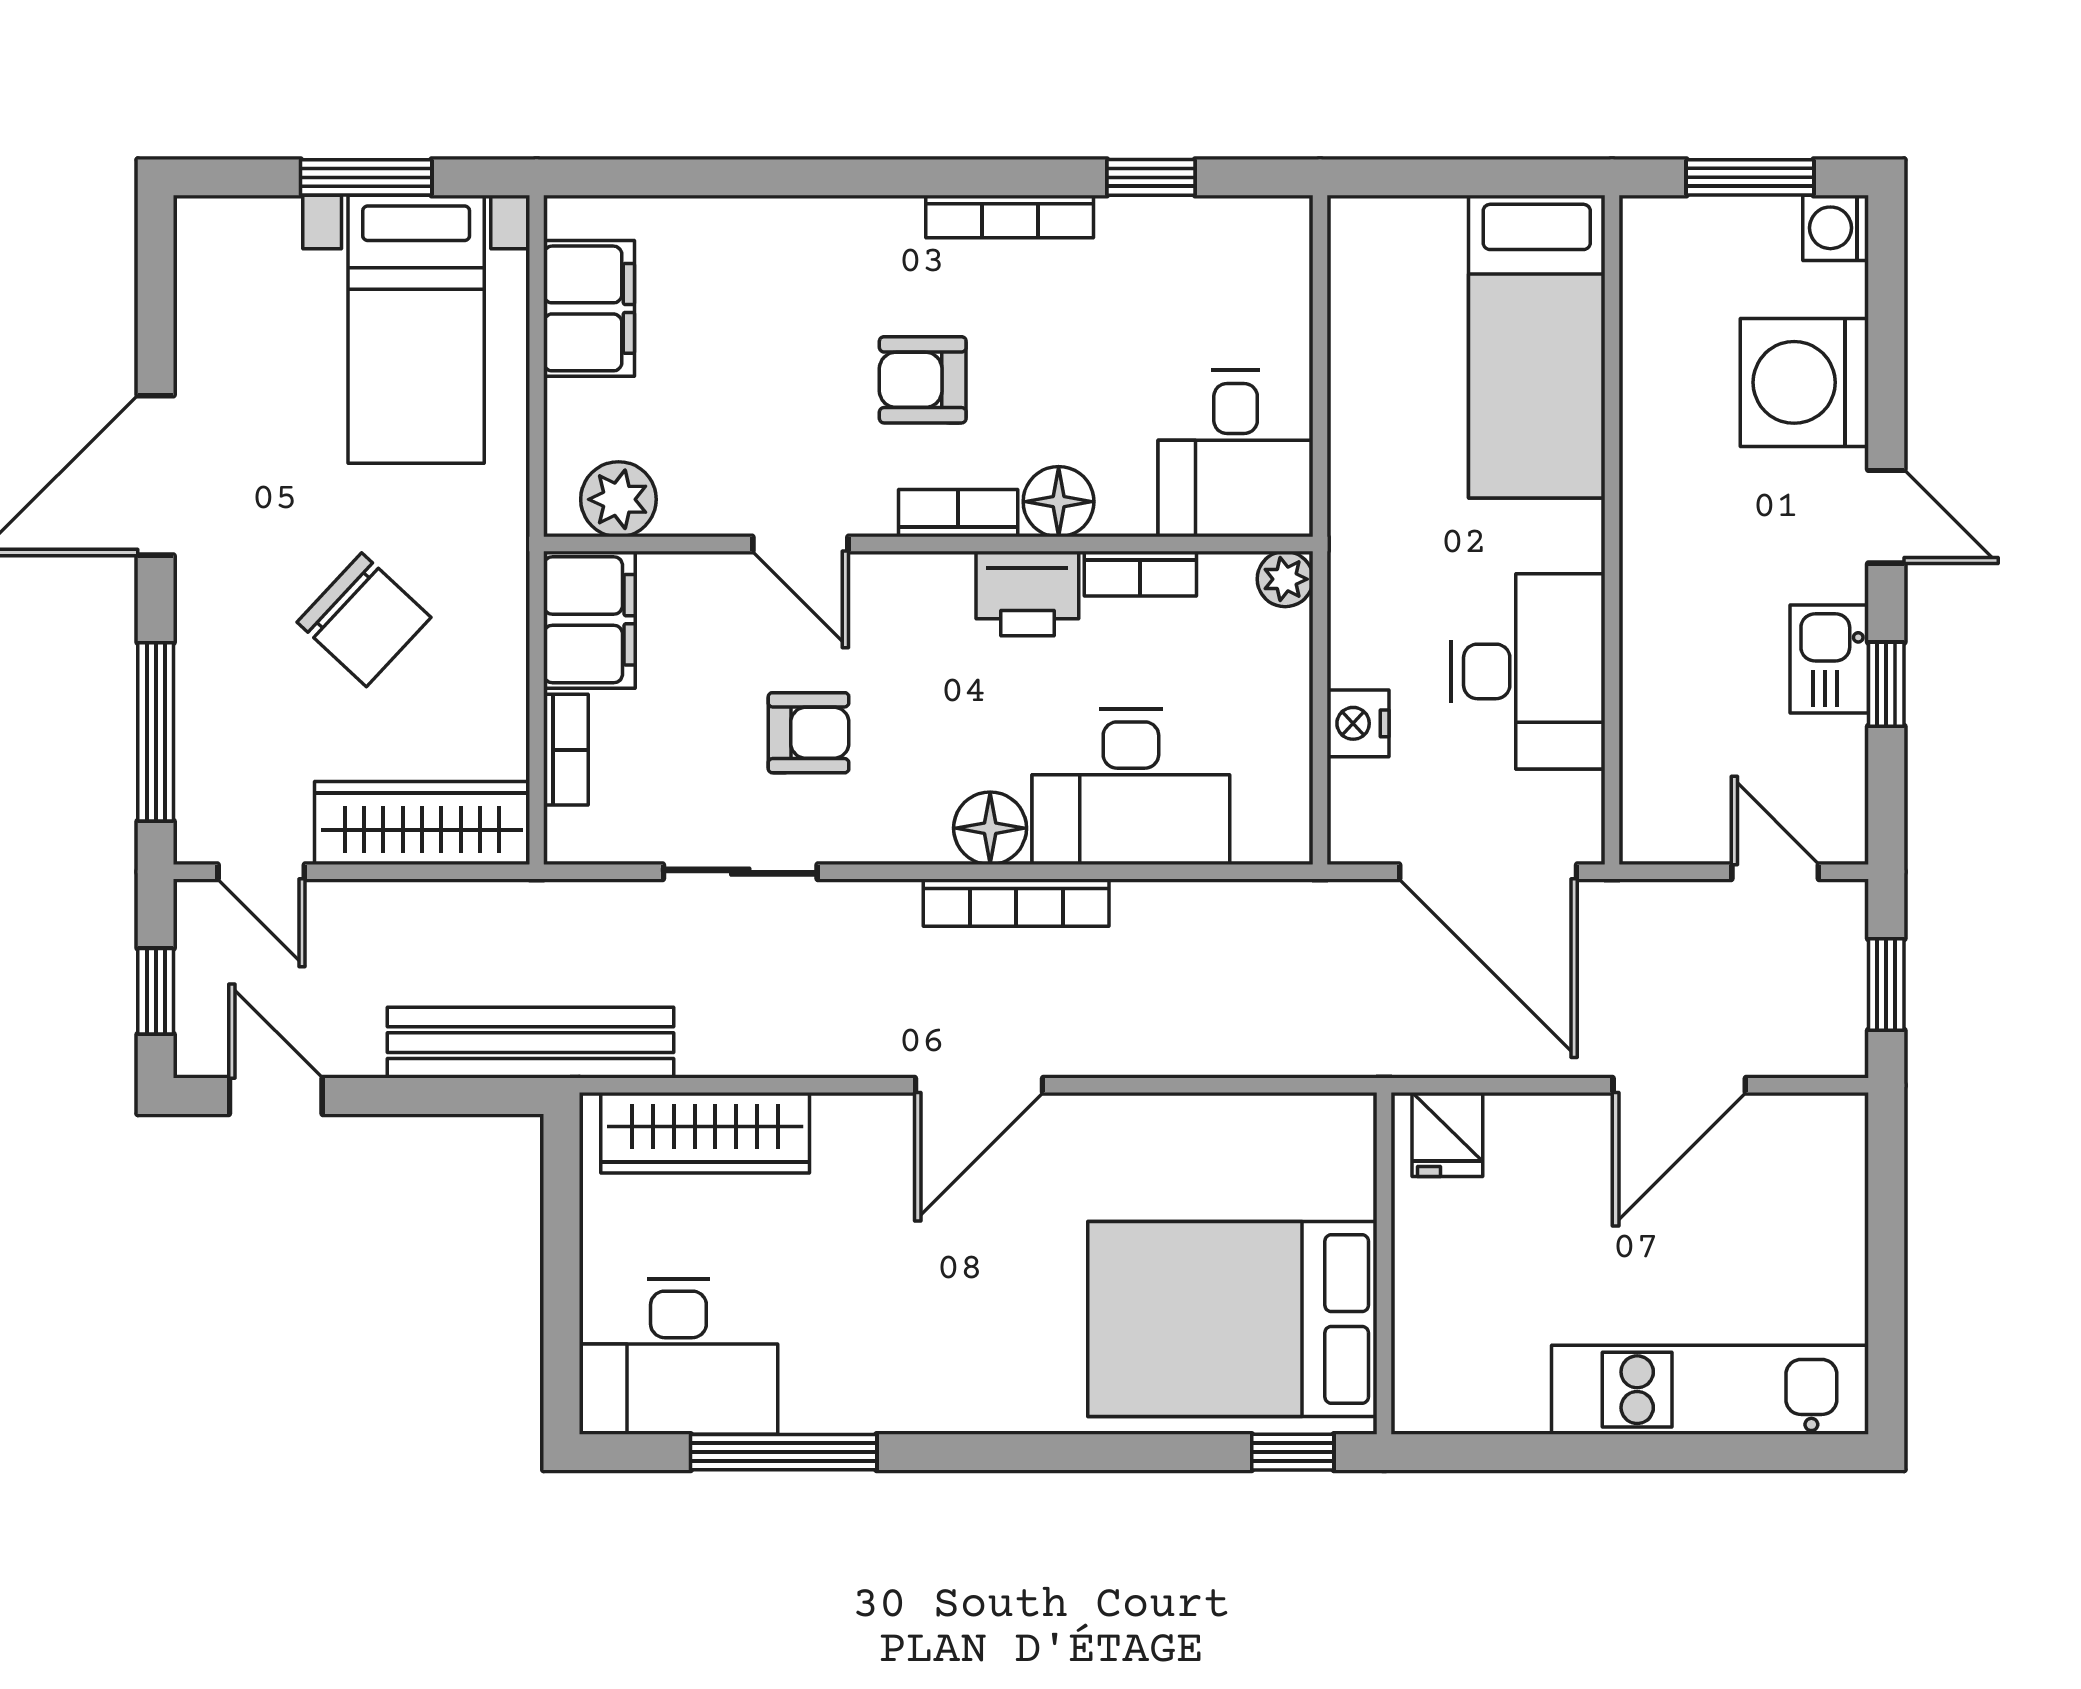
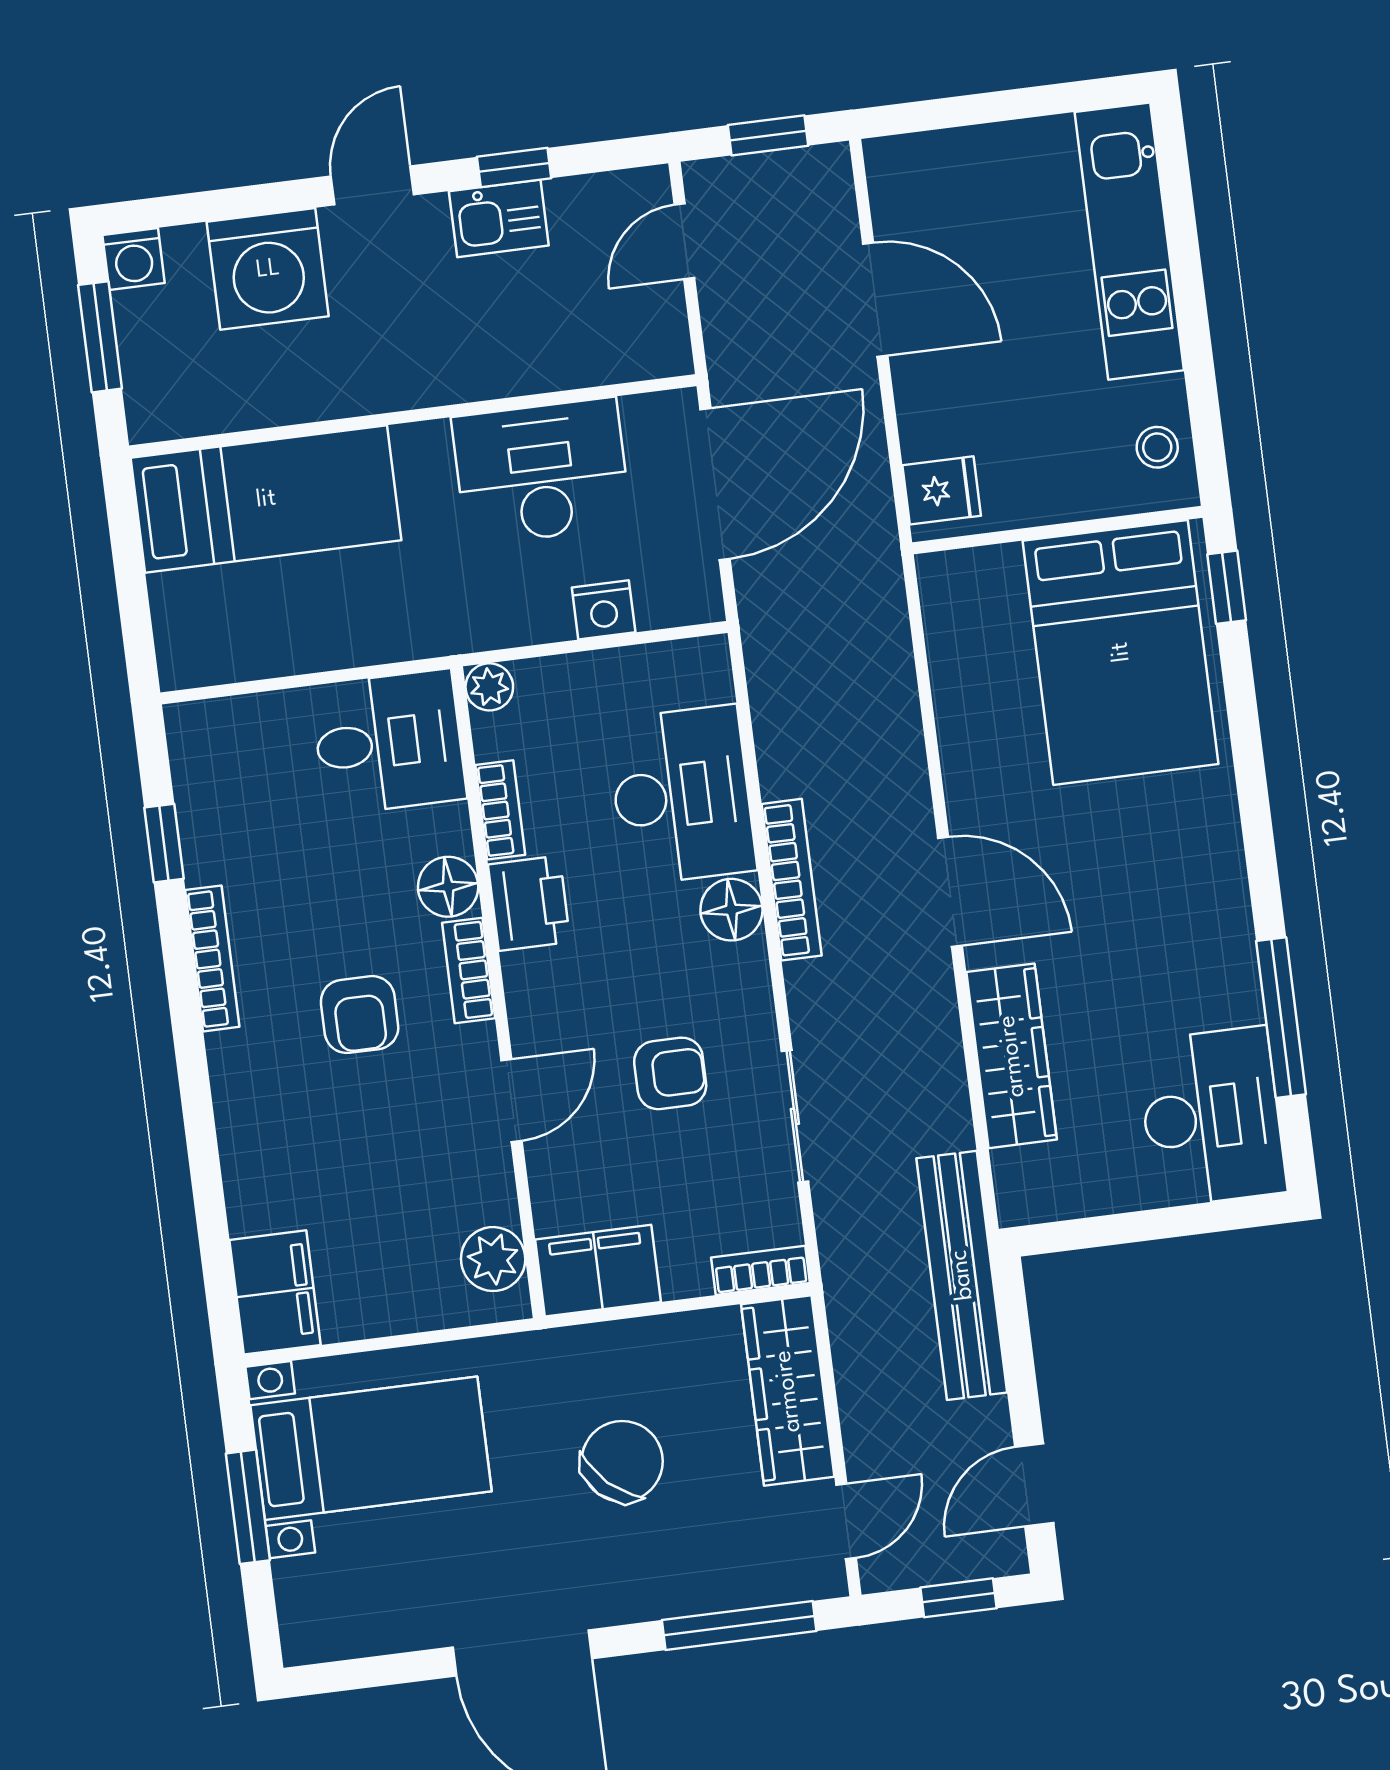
filing cabinet: (589, 308) -> (275, 1292), moved, turned 90
armchair: (809, 733) -> (670, 1073), turned 90
bookcase: (566, 750) -> (761, 1270), moved
wardrobe: (705, 1133) -> (1012, 1056), moved
stool: (1466, 1392) -> (1157, 447), added

